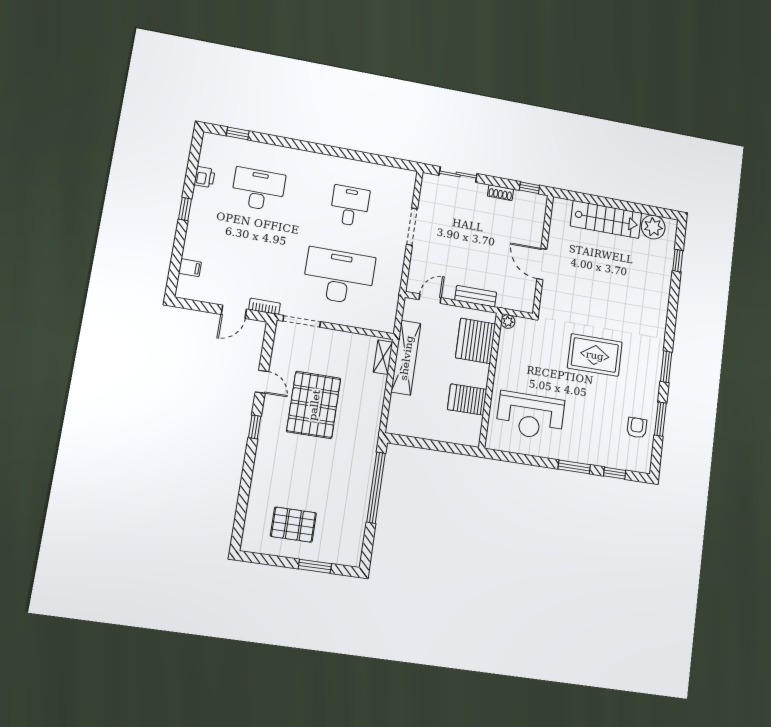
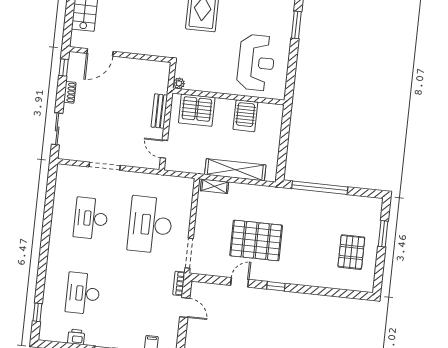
desk: (350, 206) -> (91, 218), width x1.37
door: (542, 264) -> (100, 52), moved
shelving: (406, 358) -> (235, 170), moved

